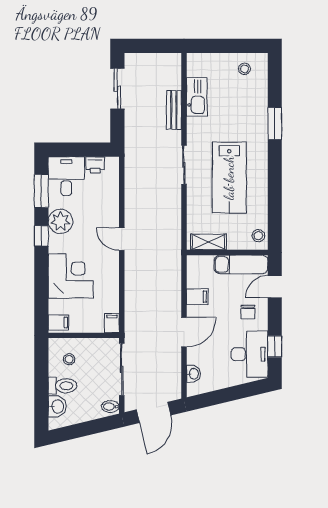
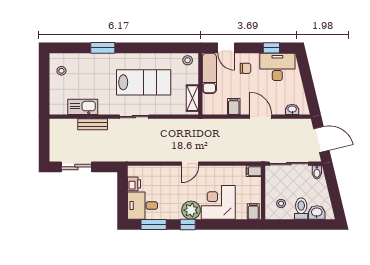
plant: (60, 221) -> (191, 210), moved

